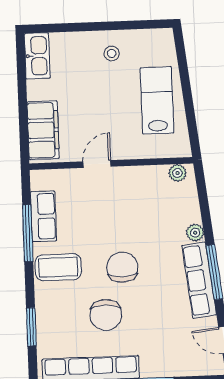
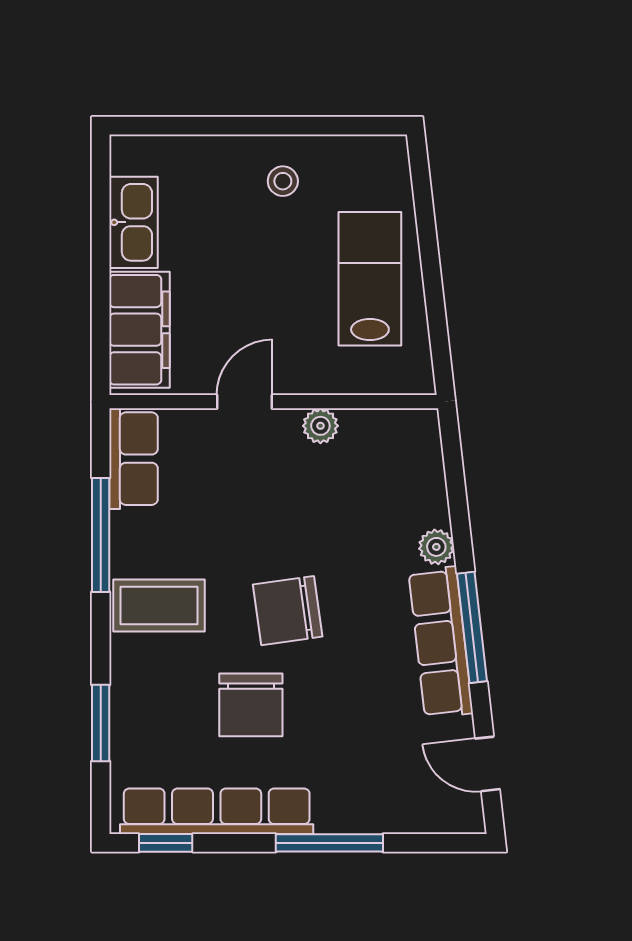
kitchen sink: (37, 56) -> (134, 222), moved
plant: (177, 173) -> (320, 426), moved
row of seats: (43, 216) -> (133, 459), moved
chair: (122, 267) -> (288, 611), turned -98

